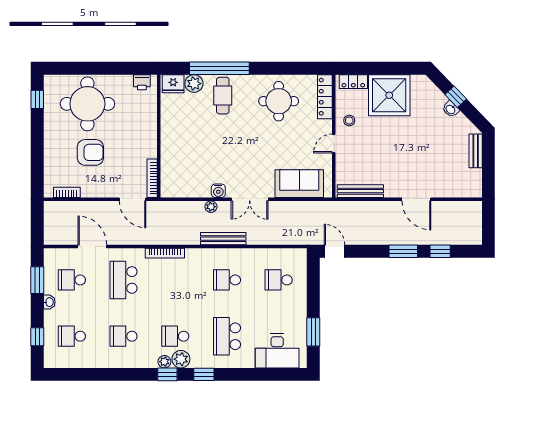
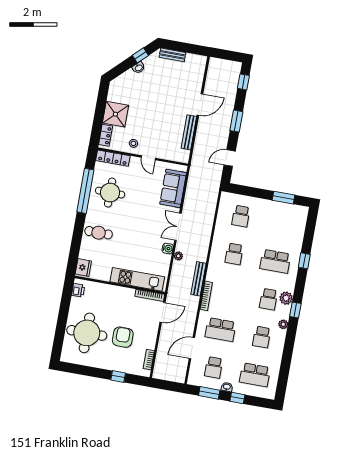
window: (219, 68) -> (85, 191), moved
plant: (194, 84) -> (86, 252), removed
shower: (389, 95) -> (115, 114), width x0.73, depth x0.73
window: (456, 97) -> (140, 55), moved
window: (37, 99) -> (118, 376), moved
kitchen unit: (170, 158) -> (137, 279), added
bench: (360, 191) -> (189, 132), moved
double door: (250, 199) -> (178, 227), swing flipped
bench: (223, 239) -> (198, 279), moved
door: (335, 251) -> (230, 158), moved
window: (440, 251) -> (243, 82), moved
school desk: (72, 336) -> (255, 375), width x1.85
window: (37, 337) -> (237, 398), moved
desk: (277, 351) -> (293, 227), removed
plant: (164, 362) -> (283, 324), moved
window: (204, 374) -> (304, 261), moved

